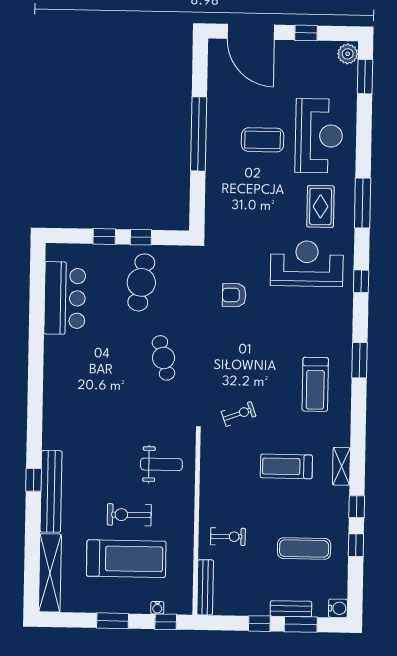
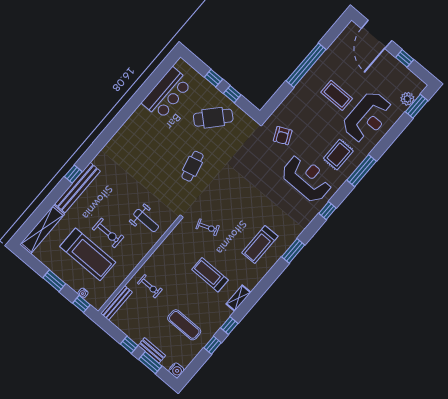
plant: (348, 54) -> (407, 99), moved
cafe table: (141, 282) -> (213, 118), turned 33
armchair: (234, 295) -> (283, 136), moved, turned -115
exercise bike: (129, 515) -> (108, 233), turned 180

